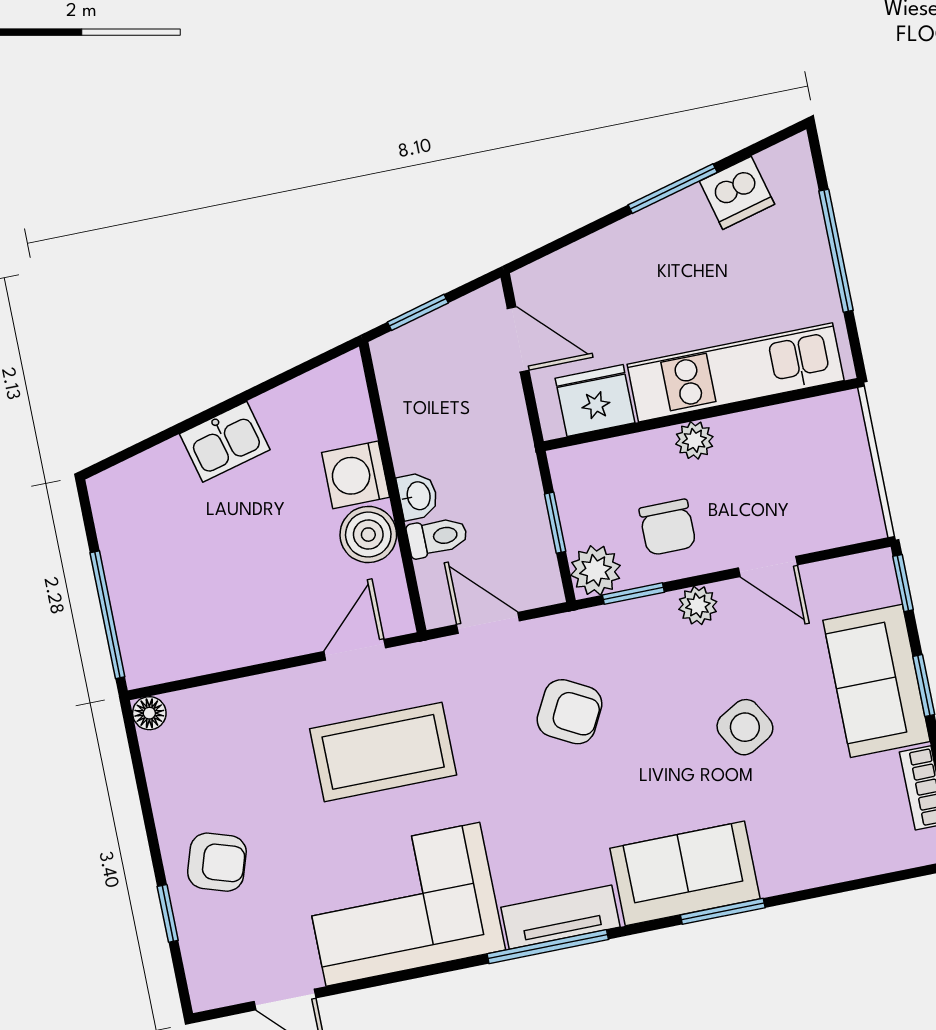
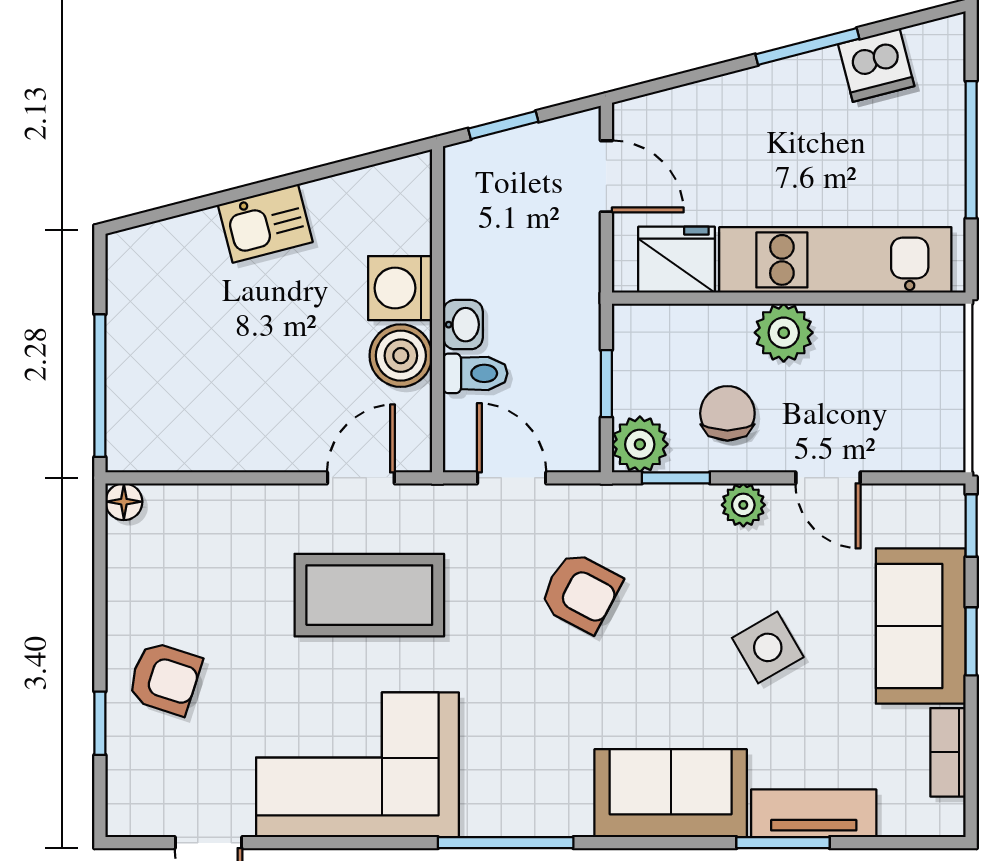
plant: (694, 440) -> (784, 333), width x1.38, depth x1.38
chair: (667, 527) -> (727, 413), turned 180
window: (723, 911) -> (783, 843), moved
tv unit: (560, 917) -> (814, 813), moved

